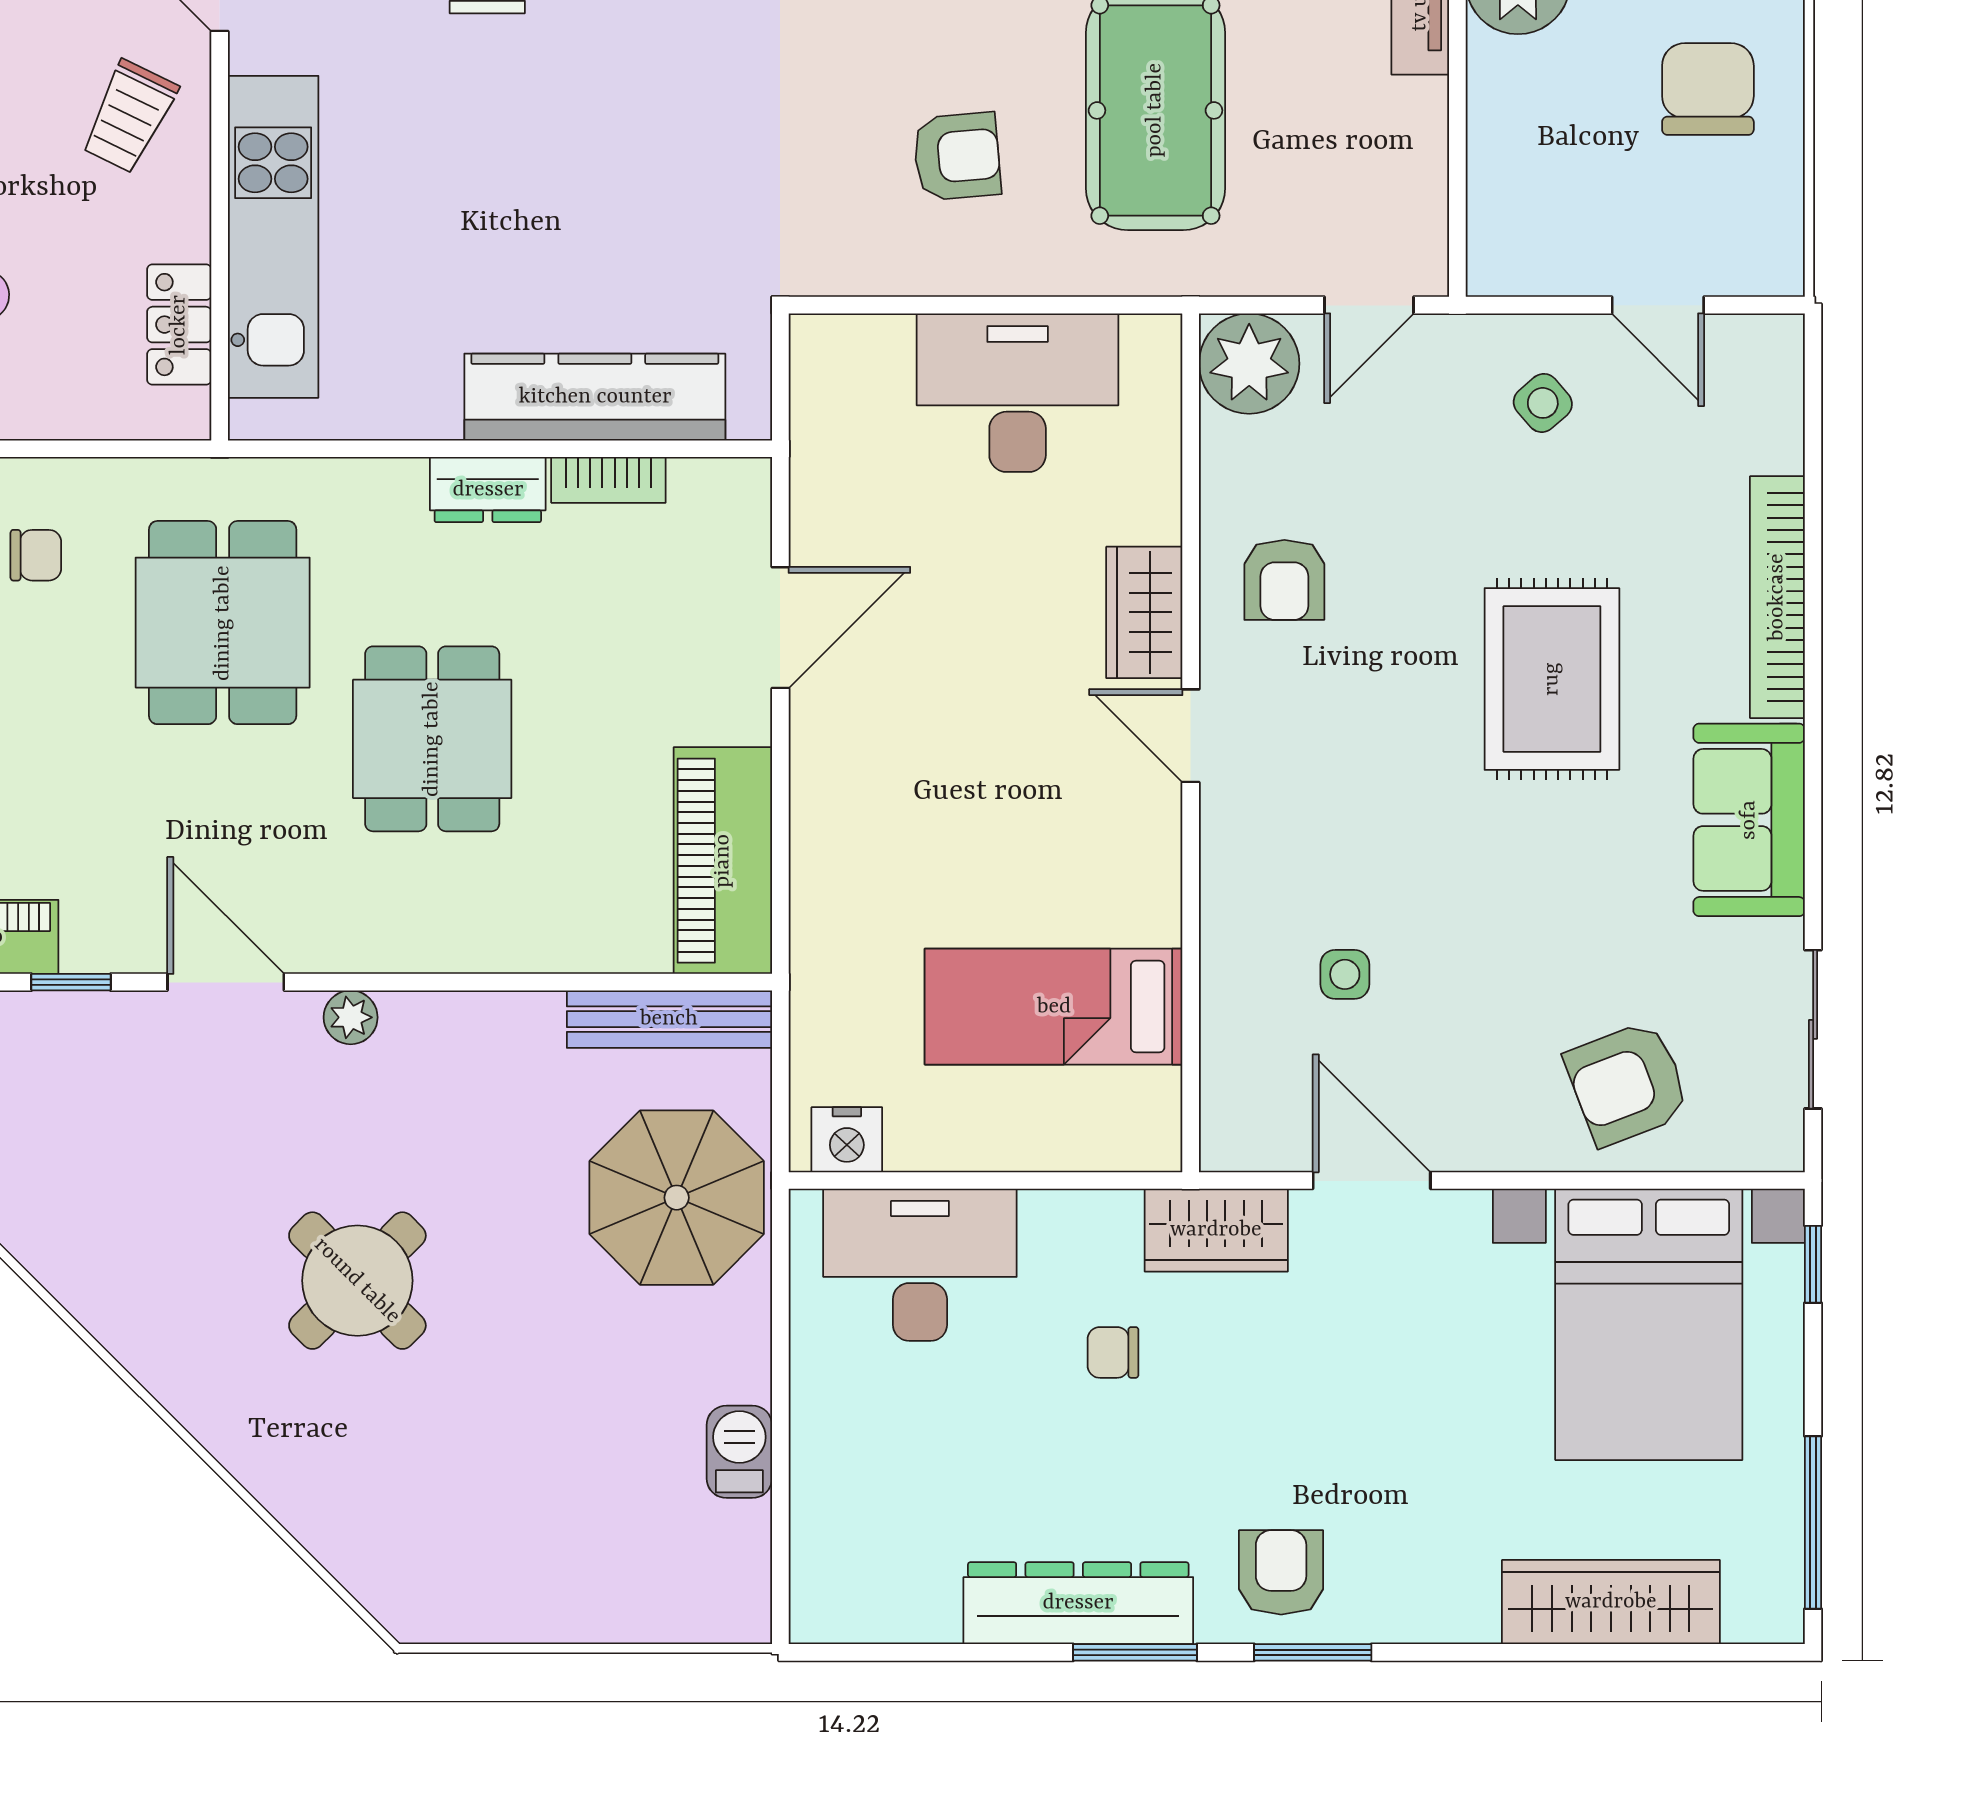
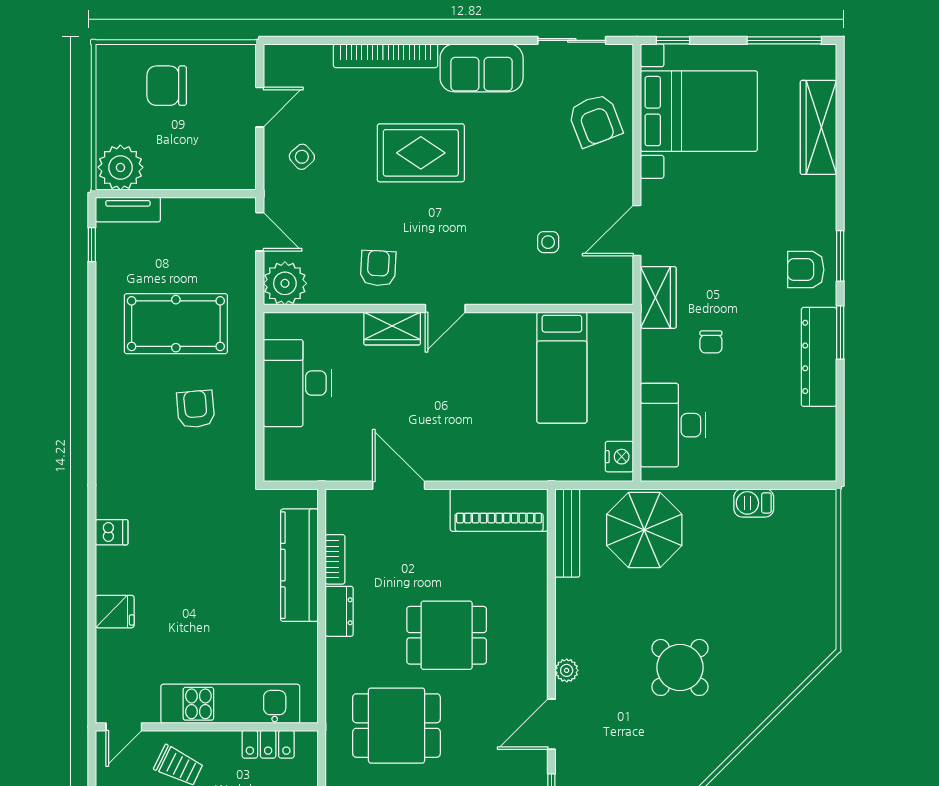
armchair: (1284, 580) -> (378, 268), turned -87

